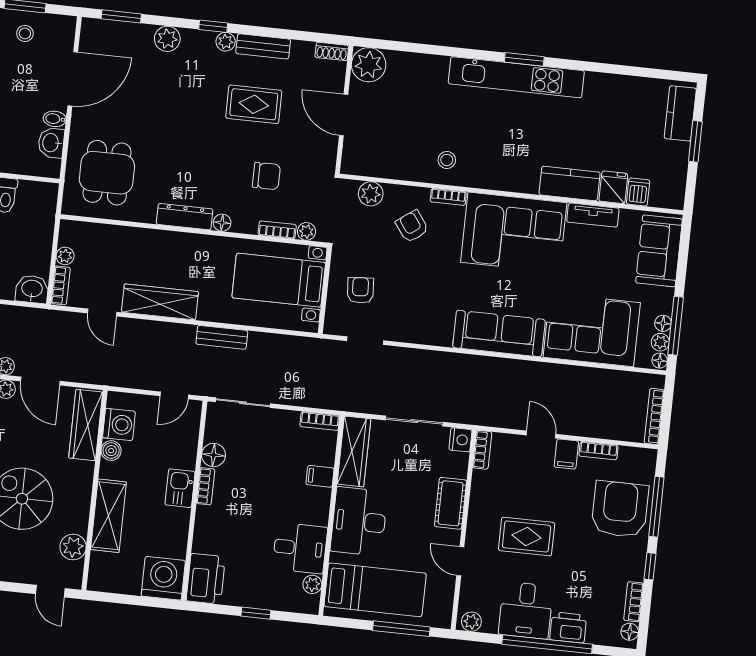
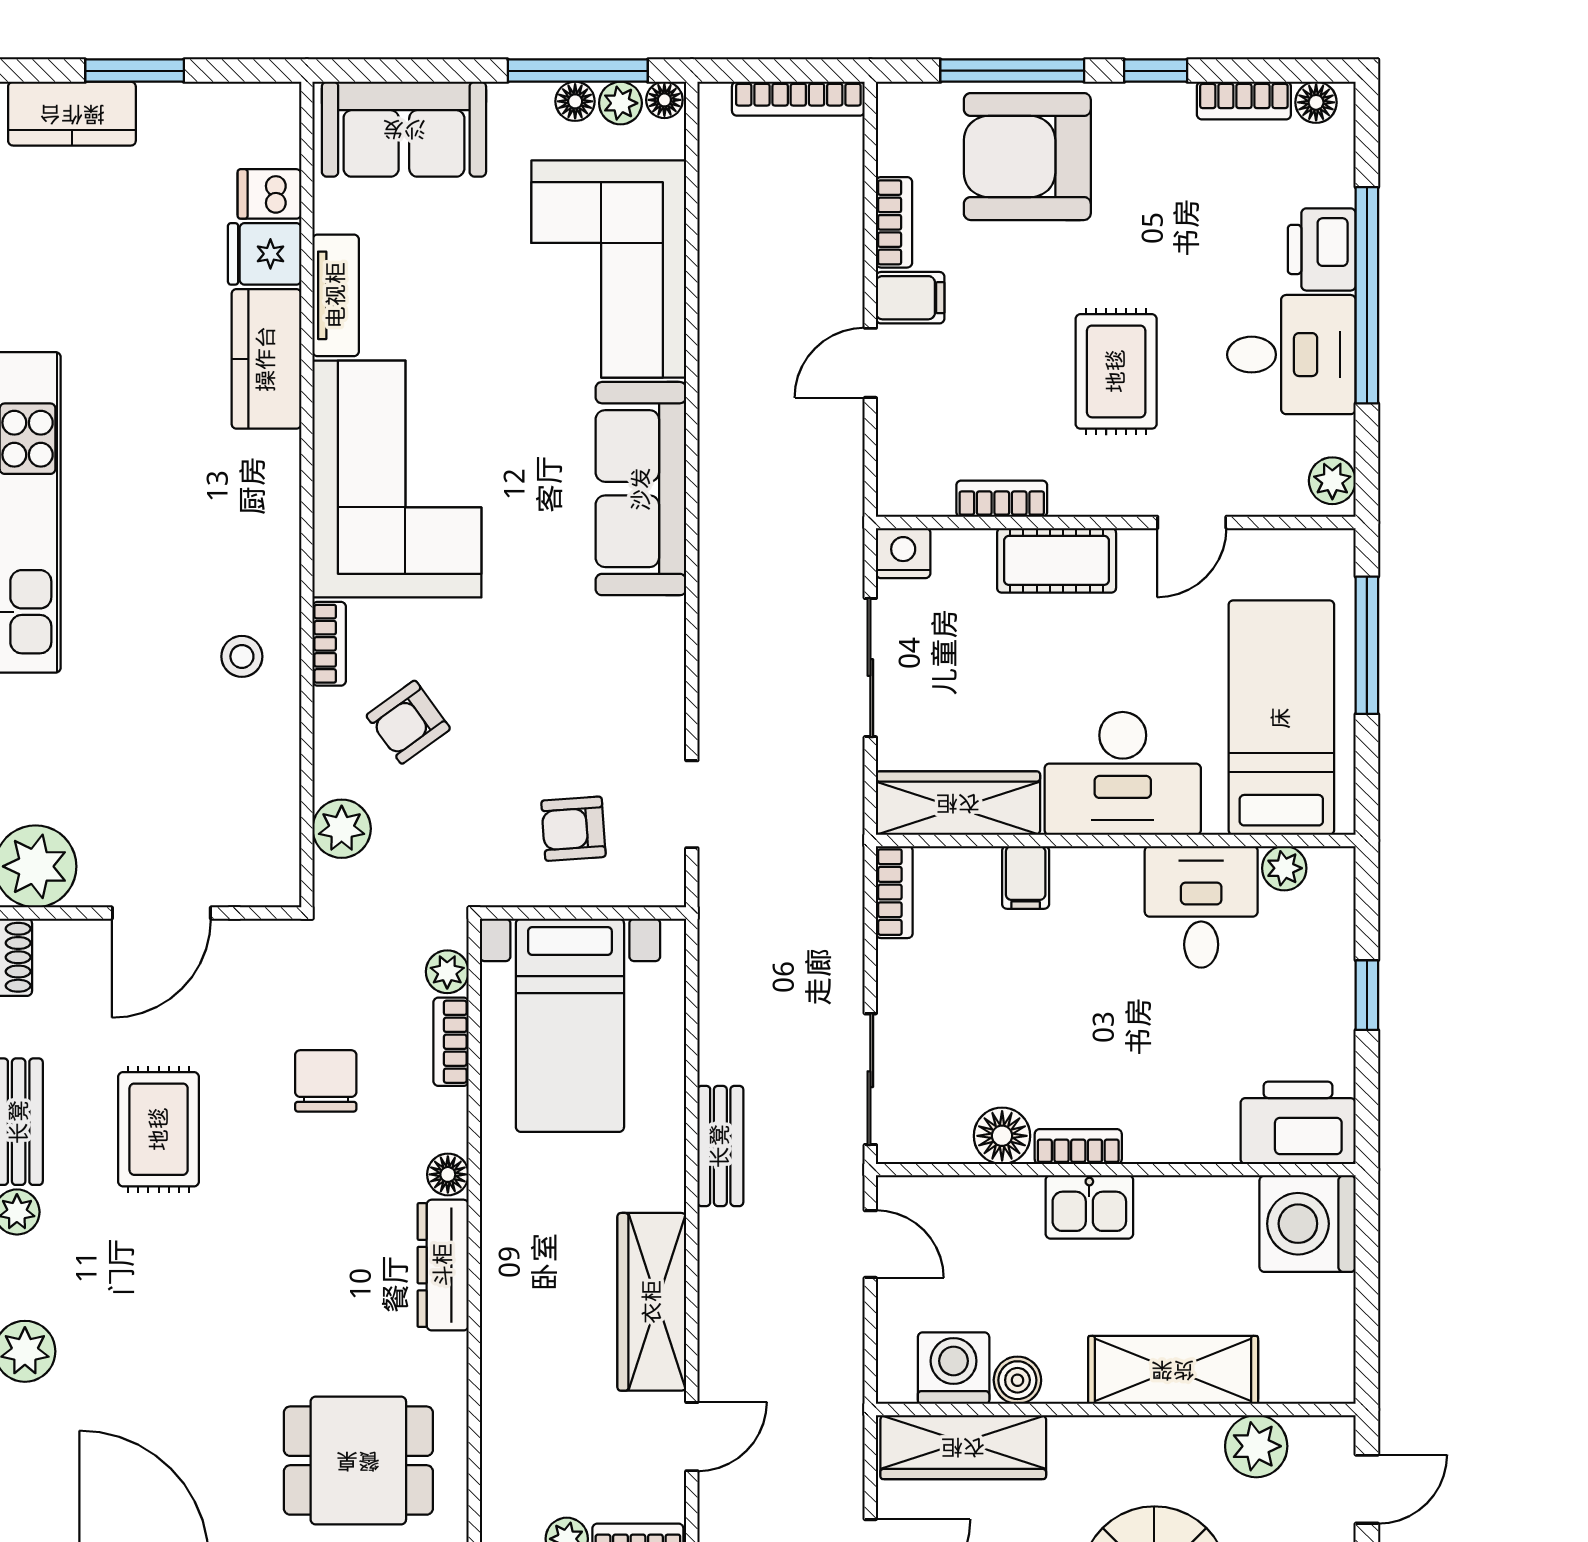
bookcase: (482, 450) -> (1002, 499), moved

